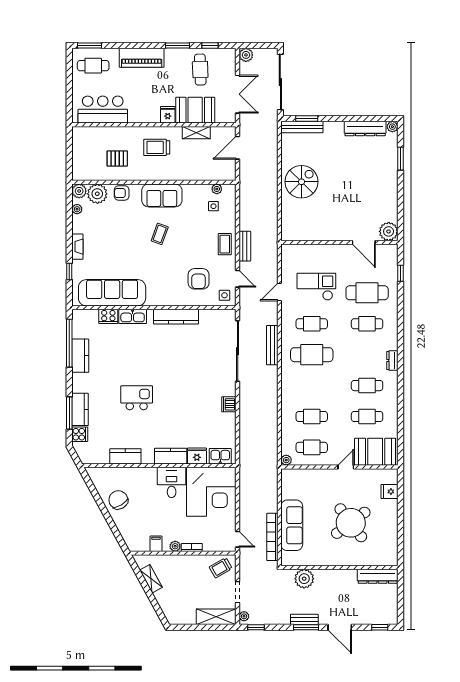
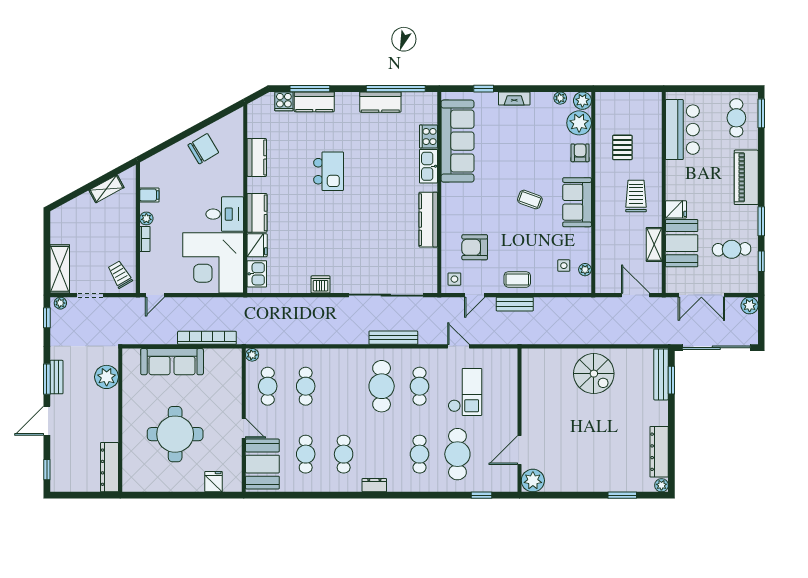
round table: (351, 523) -> (175, 434), turned 37
bookcase: (272, 537) -> (207, 338), moved

